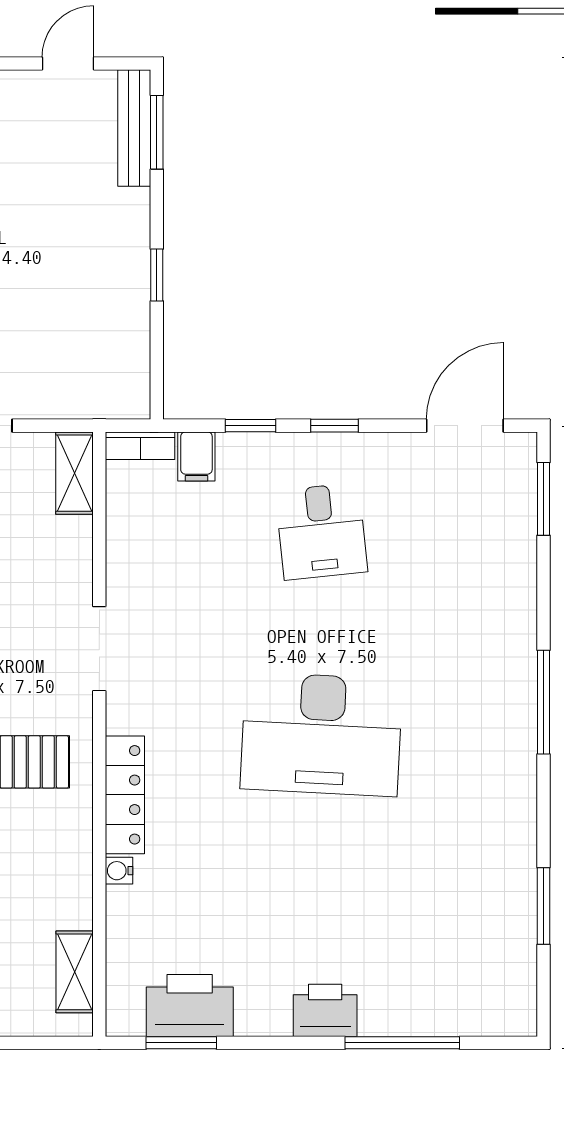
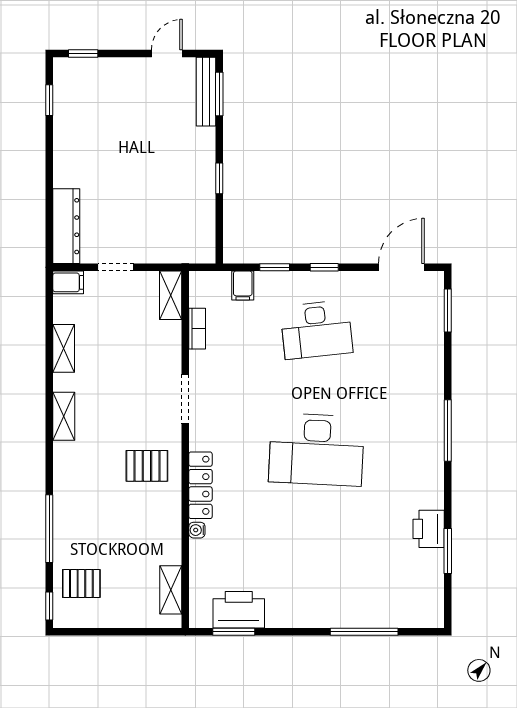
bookcase: (140, 446) -> (197, 329), moved, turned -90
desk: (321, 531) -> (317, 330), width x1.37
printer: (325, 1010) -> (429, 529), moved, turned -90

